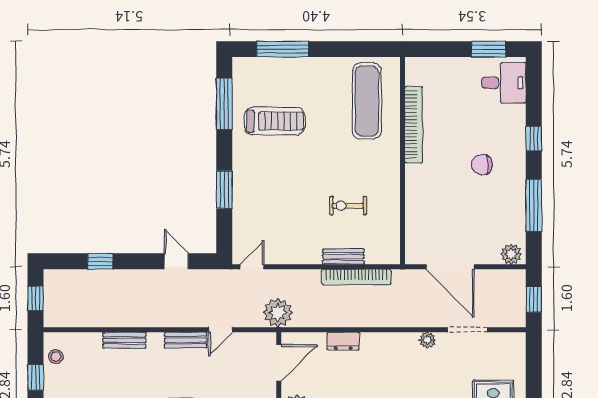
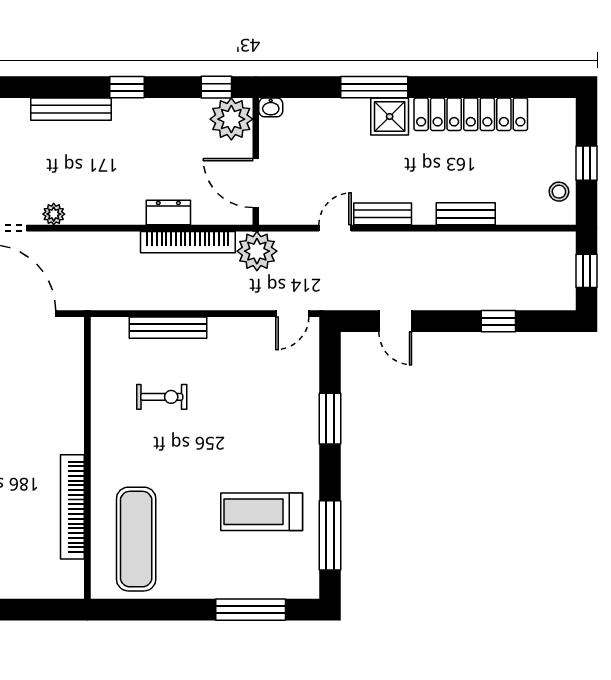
bench: (343, 257) -> (168, 328), width x1.36
bookcase: (356, 277) -> (188, 242), moved, turned 180
door: (279, 363) -> (256, 183), hinge flipped

